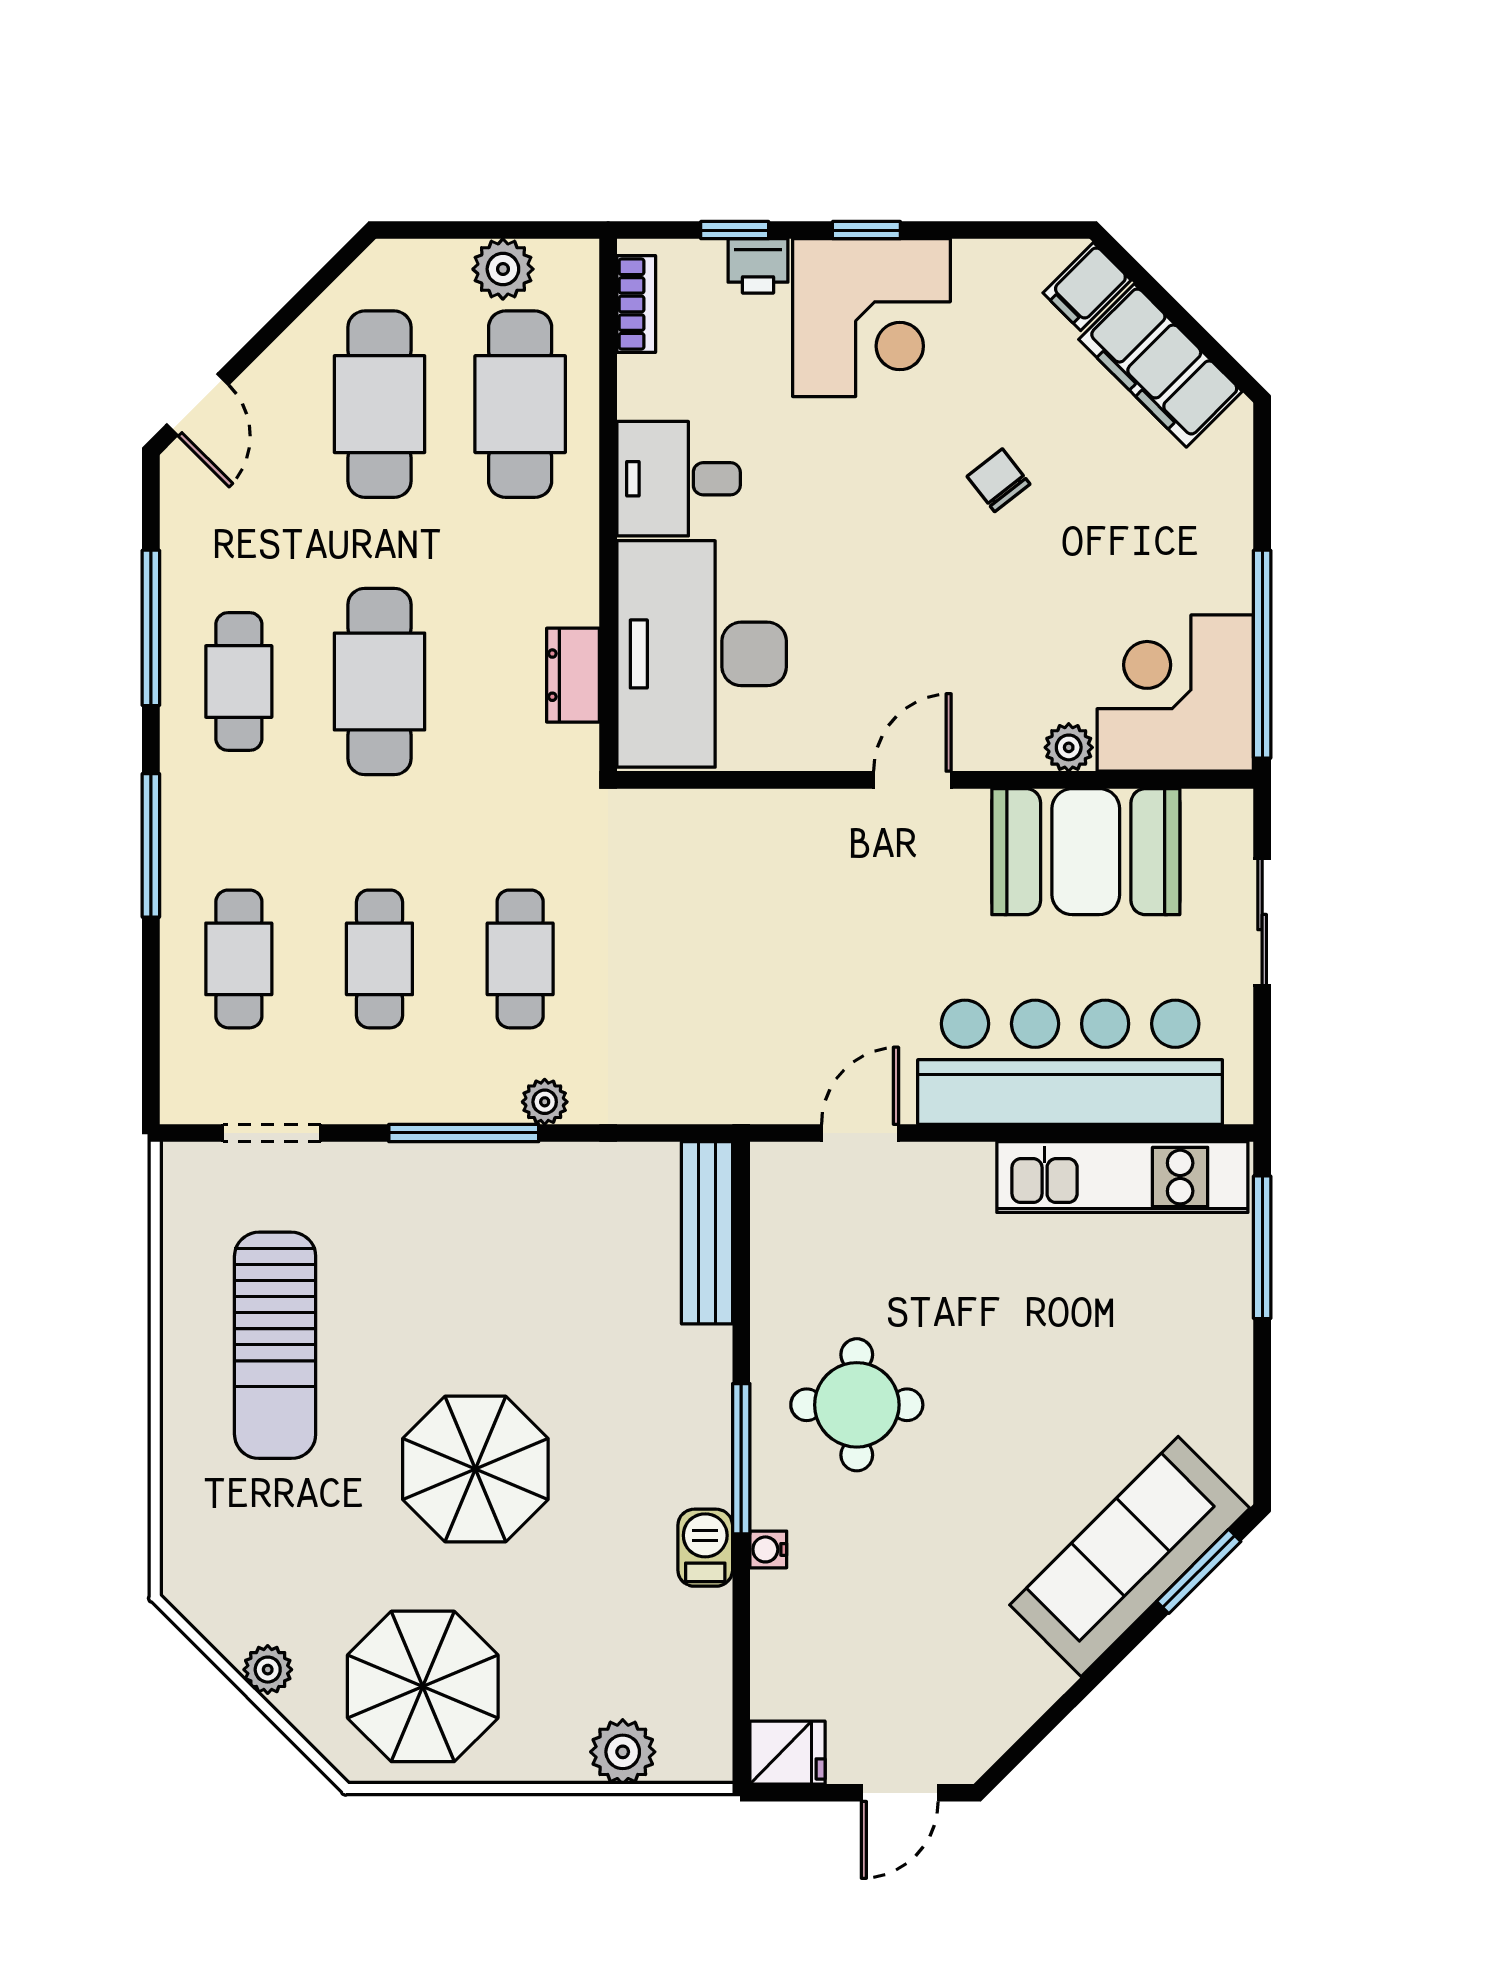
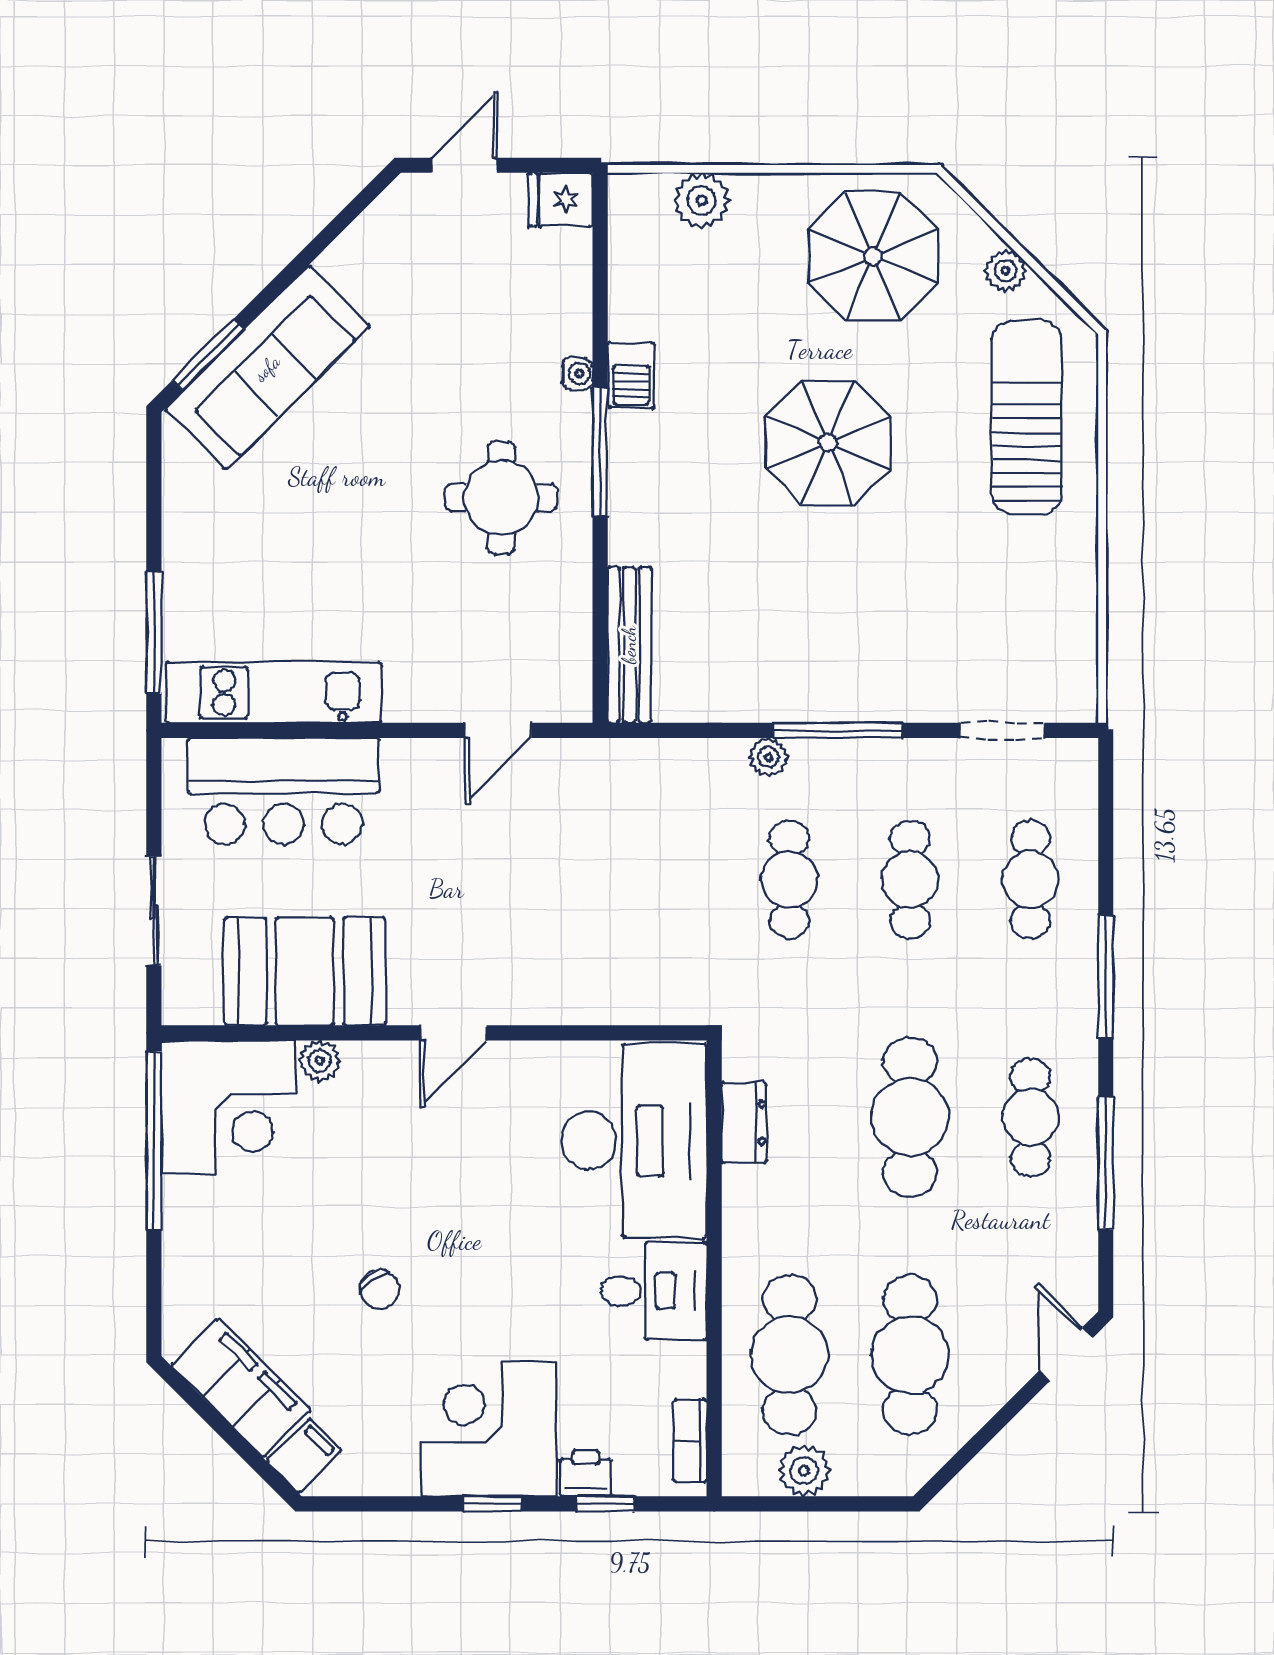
bar counter: (1070, 1062) -> (284, 791), width x0.73
sun lounger: (275, 1345) -> (1027, 418), moved

